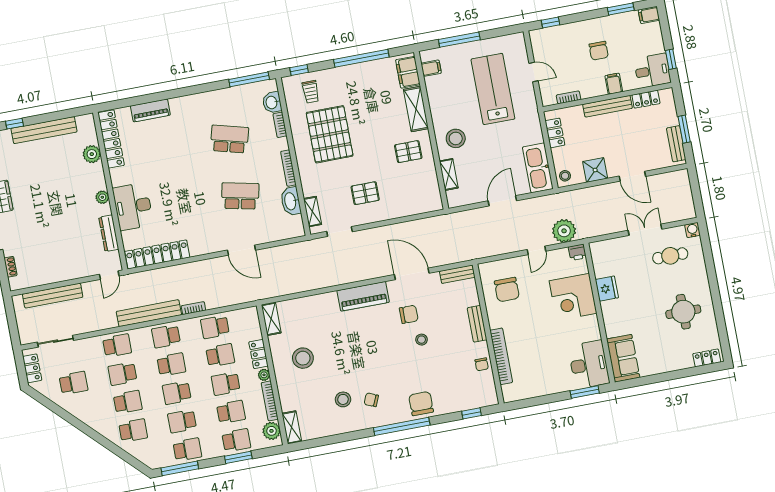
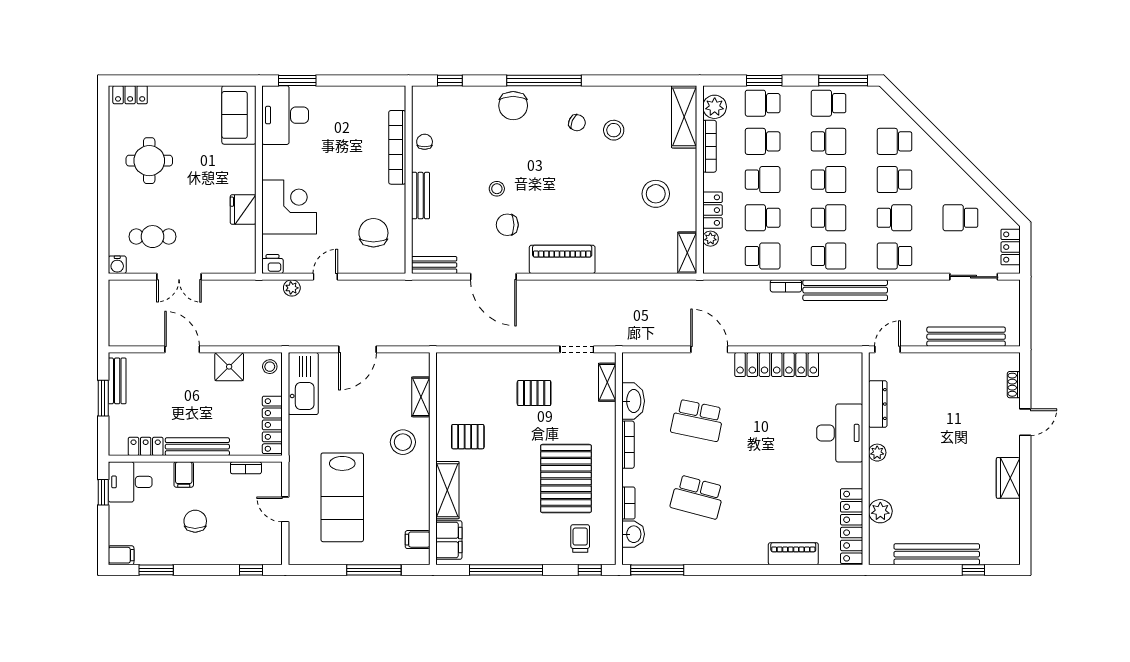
locker: (555, 133) -> (272, 425), width x1.53
plant: (564, 231) -> (292, 288), width x0.53, depth x0.53
locker: (157, 254) -> (777, 365), moved
school desk: (171, 365) -> (829, 218), turned 180
plant: (264, 375) -> (710, 239), moved
shelving: (292, 427) -> (684, 117), width x1.50, depth x1.33

